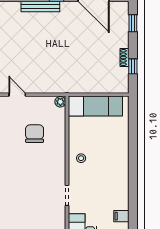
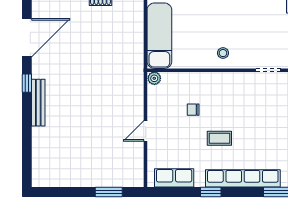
chair: (35, 134) -> (193, 110), width x0.54, depth x0.54
coffee table: (11, 155) -> (219, 138), added

